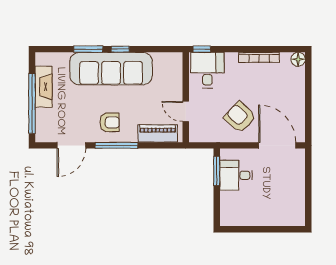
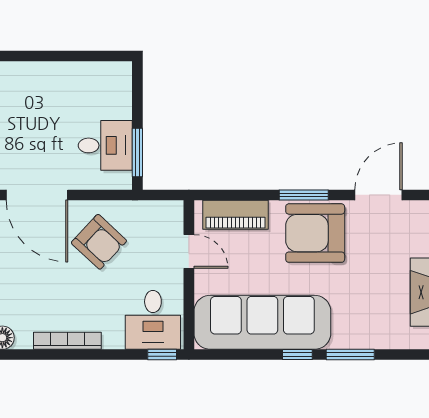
sofa: (111, 69) -> (262, 322), moved
armchair: (110, 122) -> (315, 233), width x1.88, depth x1.88
window: (116, 145) -> (304, 195), width x0.69

